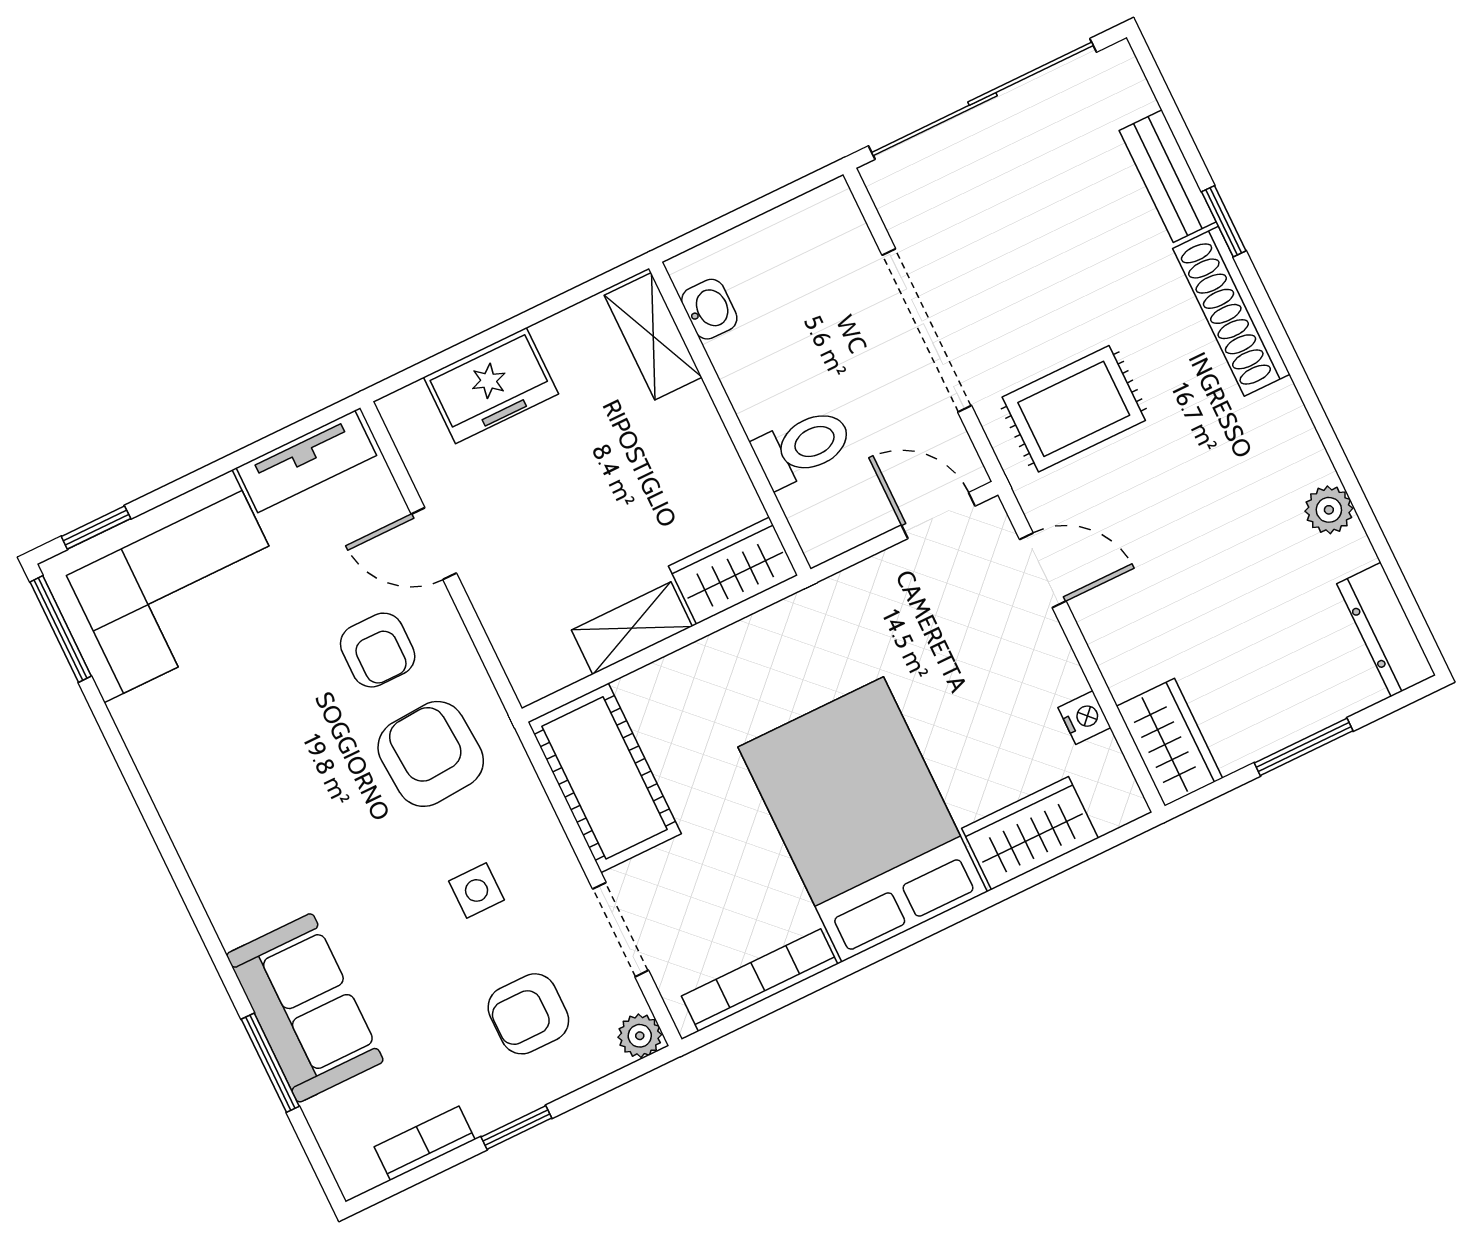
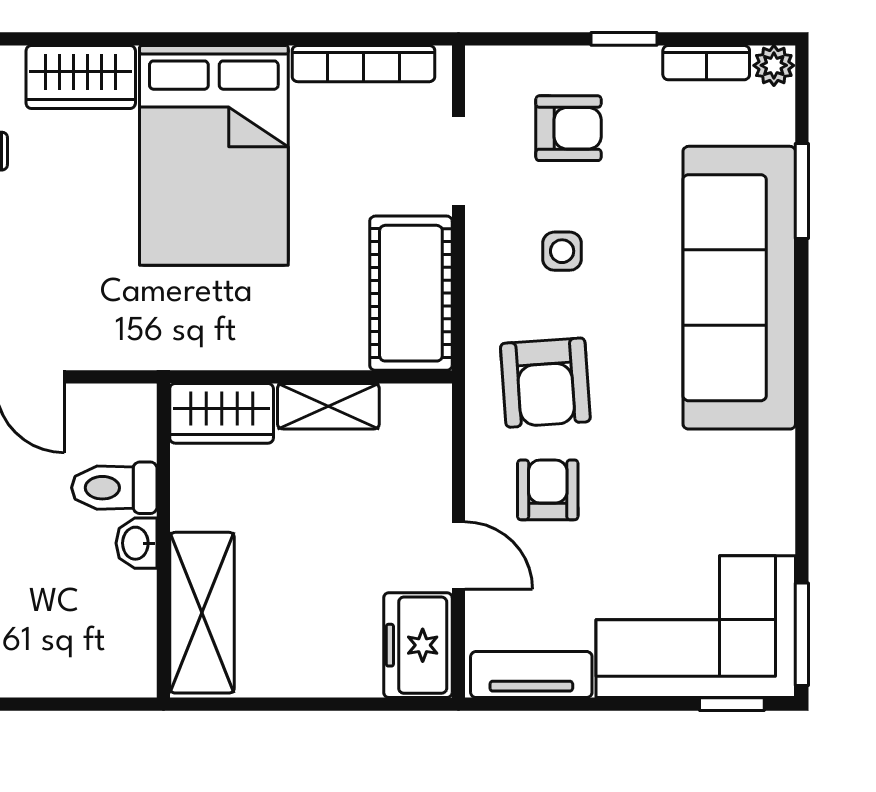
washbasin: (709, 309) -> (137, 543), moved
shelving: (653, 336) -> (202, 613), width x1.50, depth x1.33
freezer: (491, 386) -> (418, 645), moved, turned -90
sofa: (305, 1008) -> (739, 288), width x1.85, depth x1.27
plant: (640, 1036) -> (774, 65), moved

